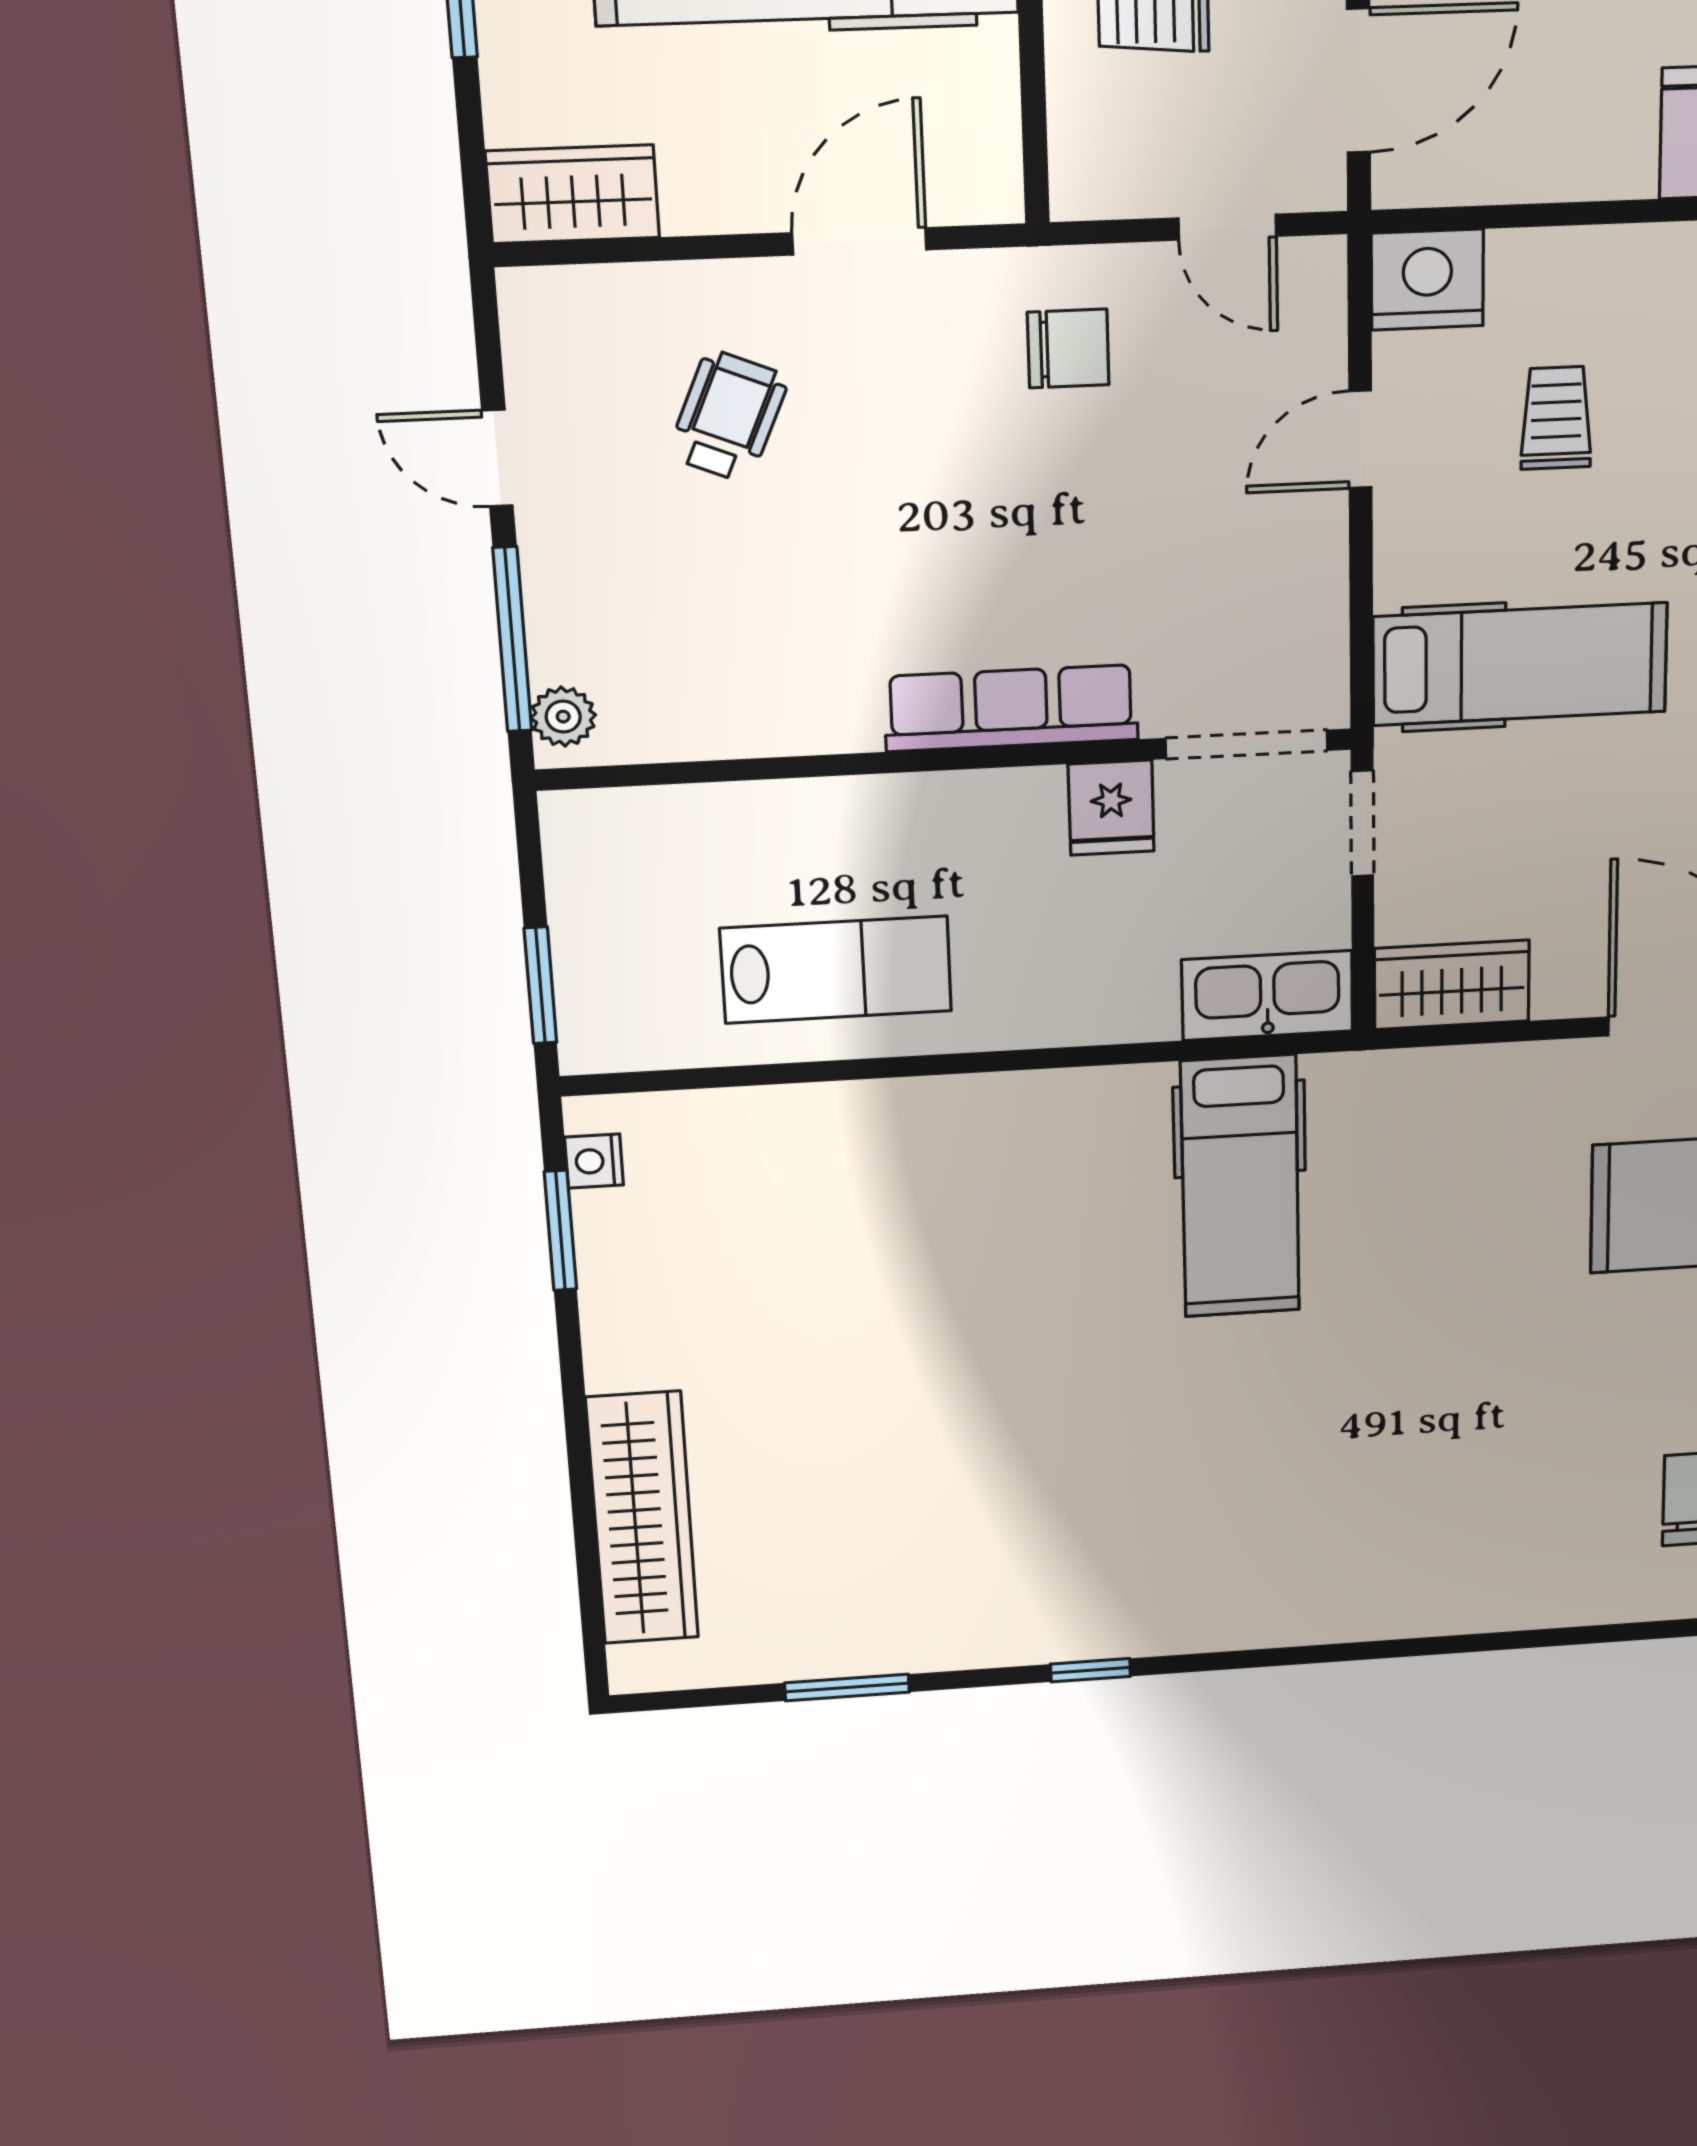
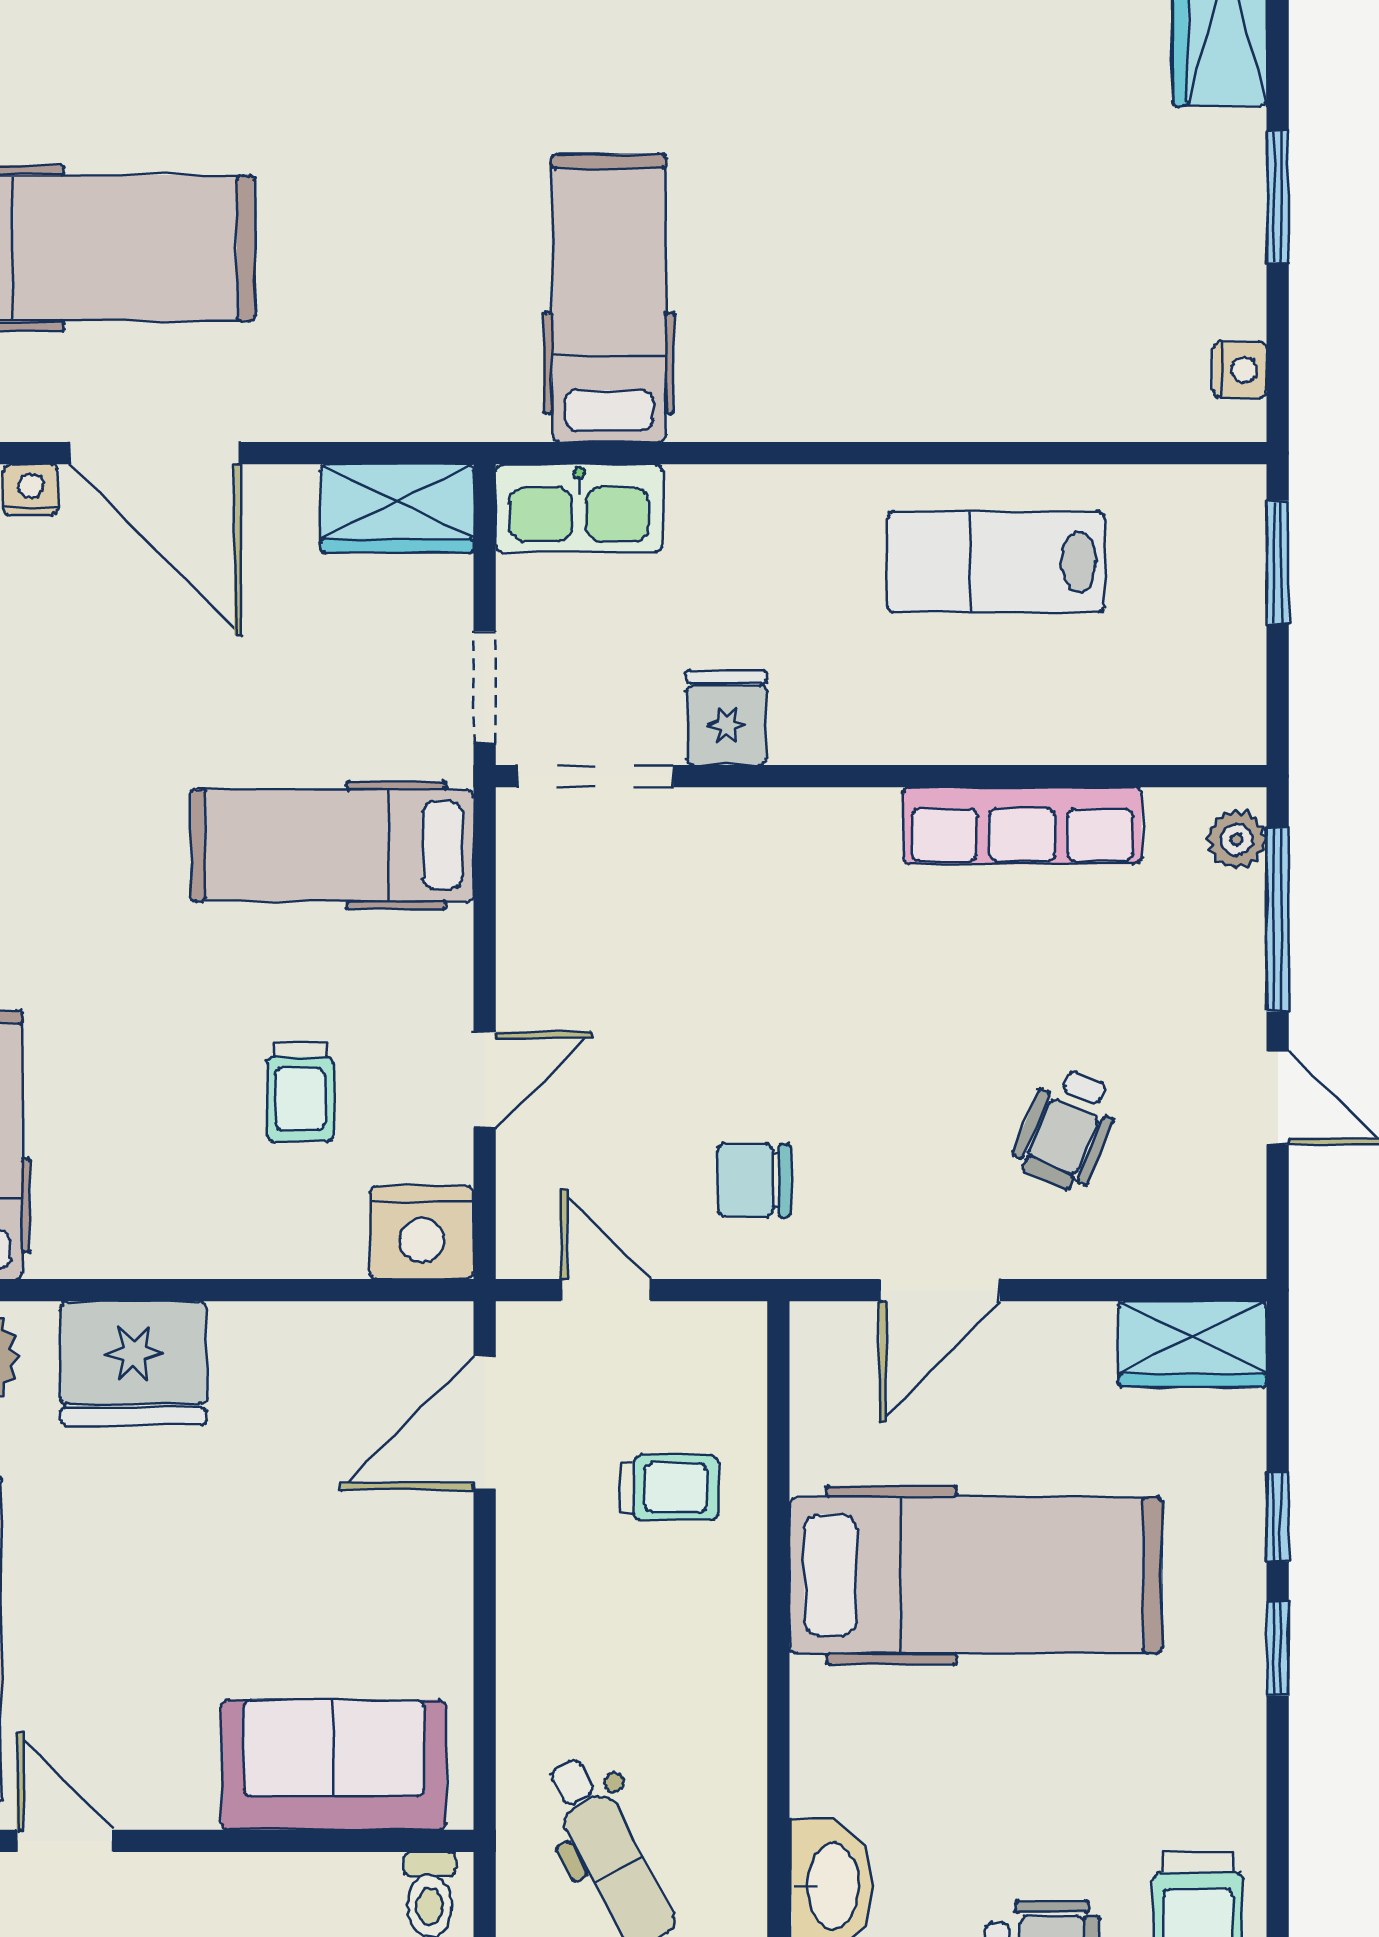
row of seats: (1011, 708) -> (1022, 826), moved
window: (560, 1231) -> (1278, 196), moved

